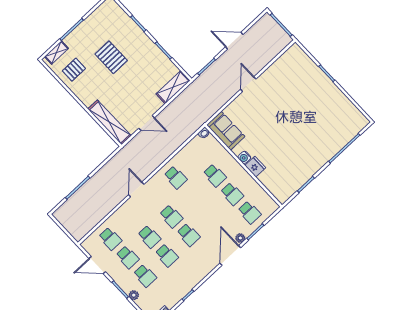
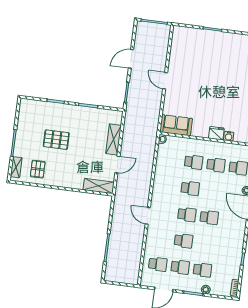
shelving: (173, 87) -> (114, 139), moved
shelving: (109, 122) -> (99, 186), width x0.68
water cooler: (244, 157) -> (229, 136), moved
school desk: (176, 177) -> (190, 188), moved
school desk: (167, 255) -> (206, 244), removed

